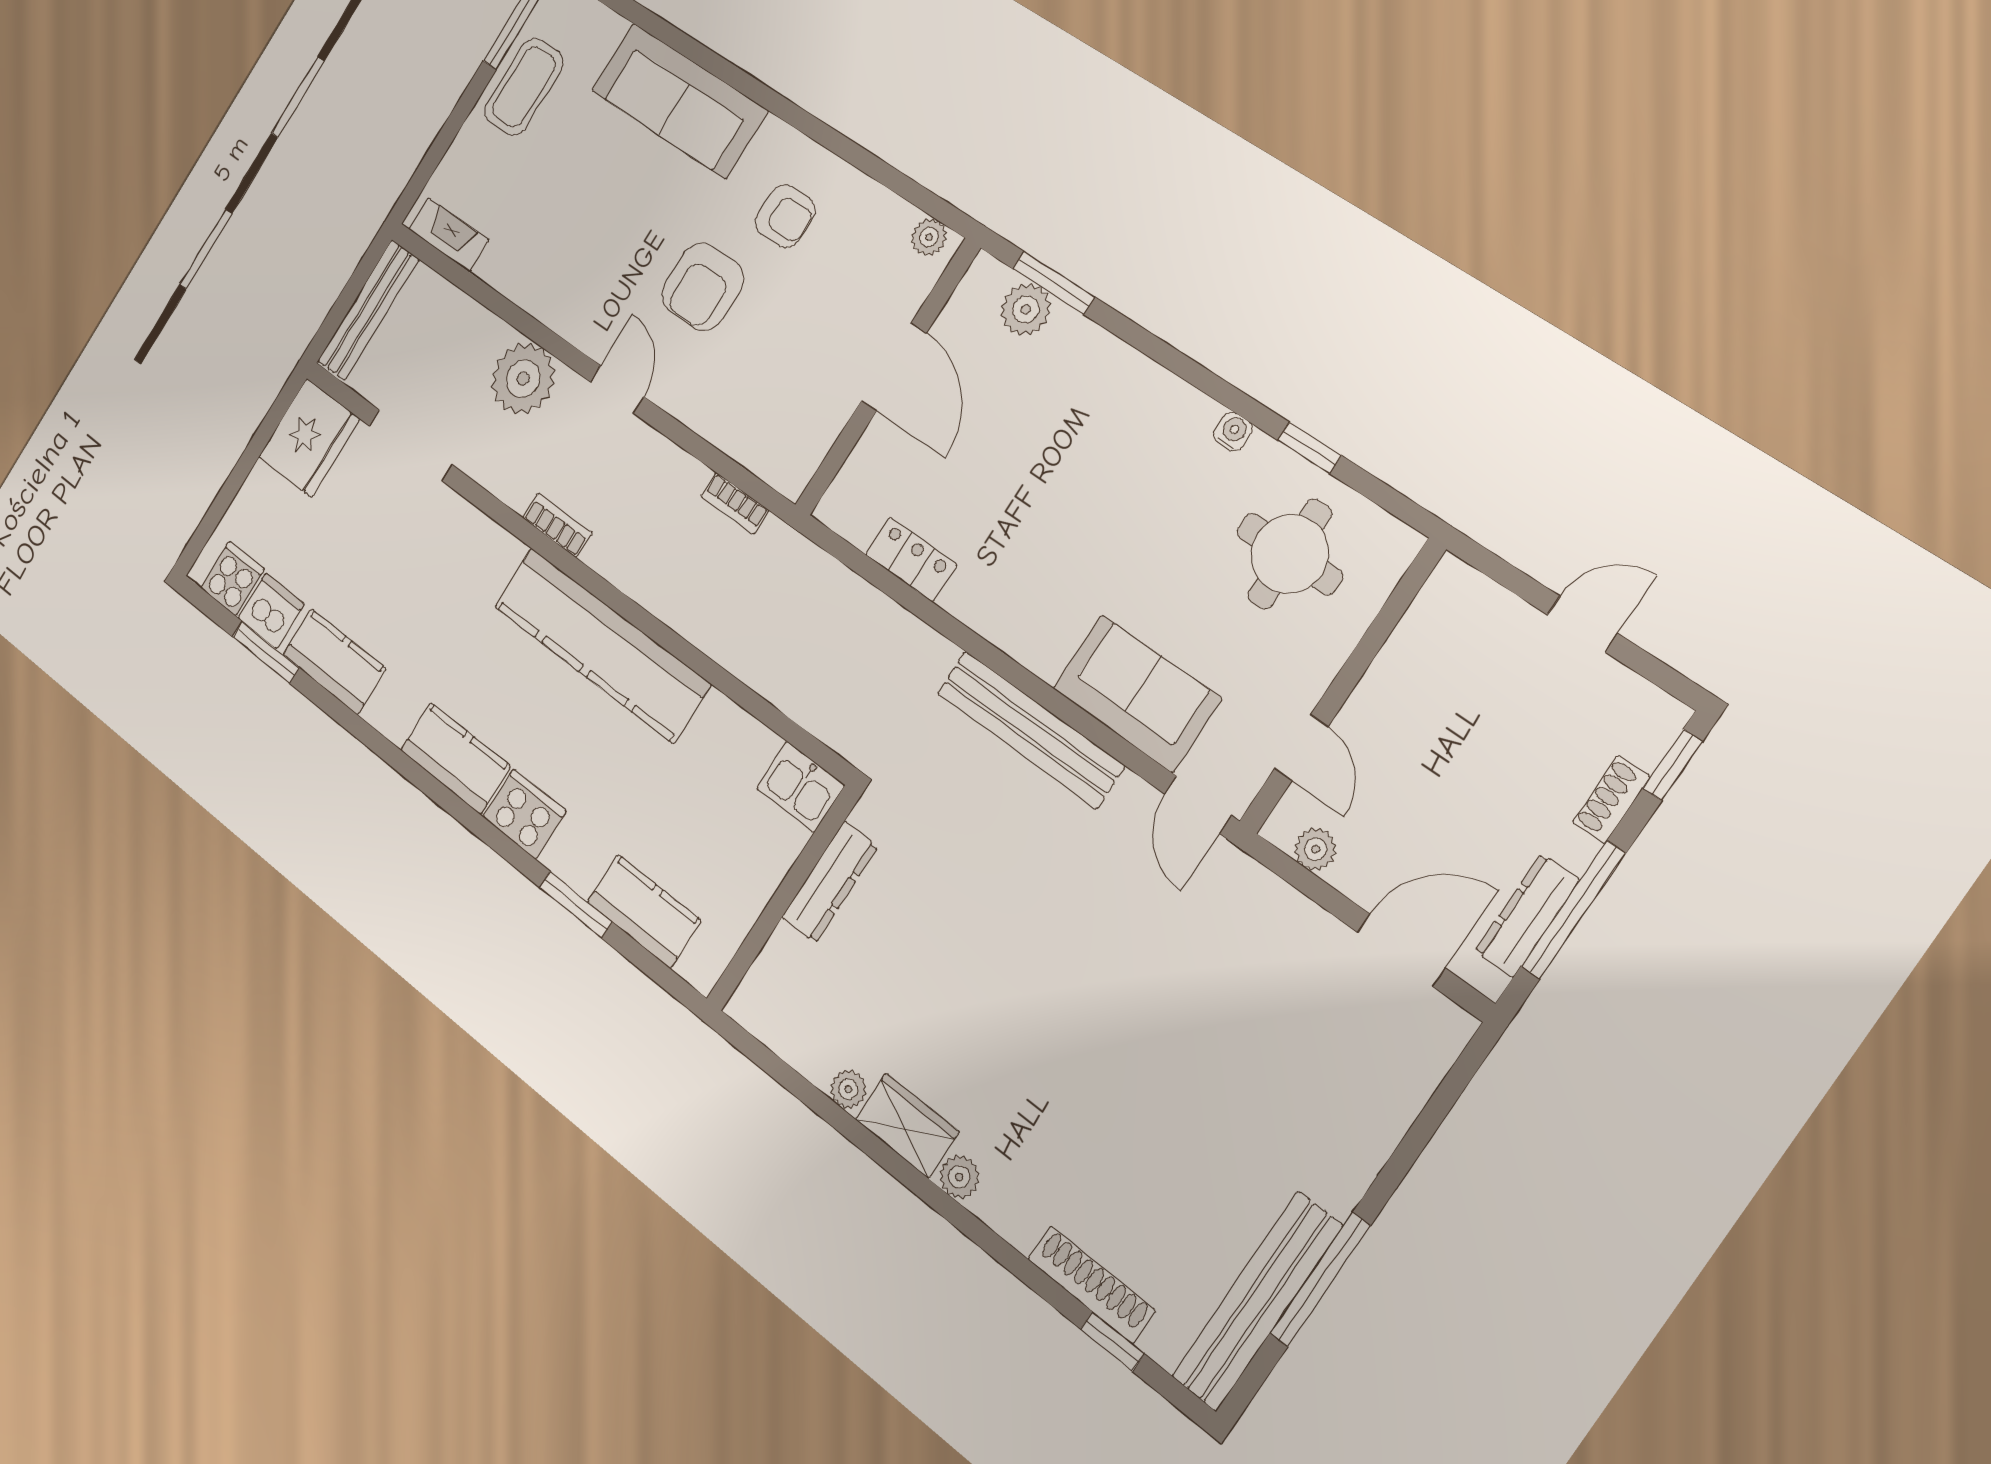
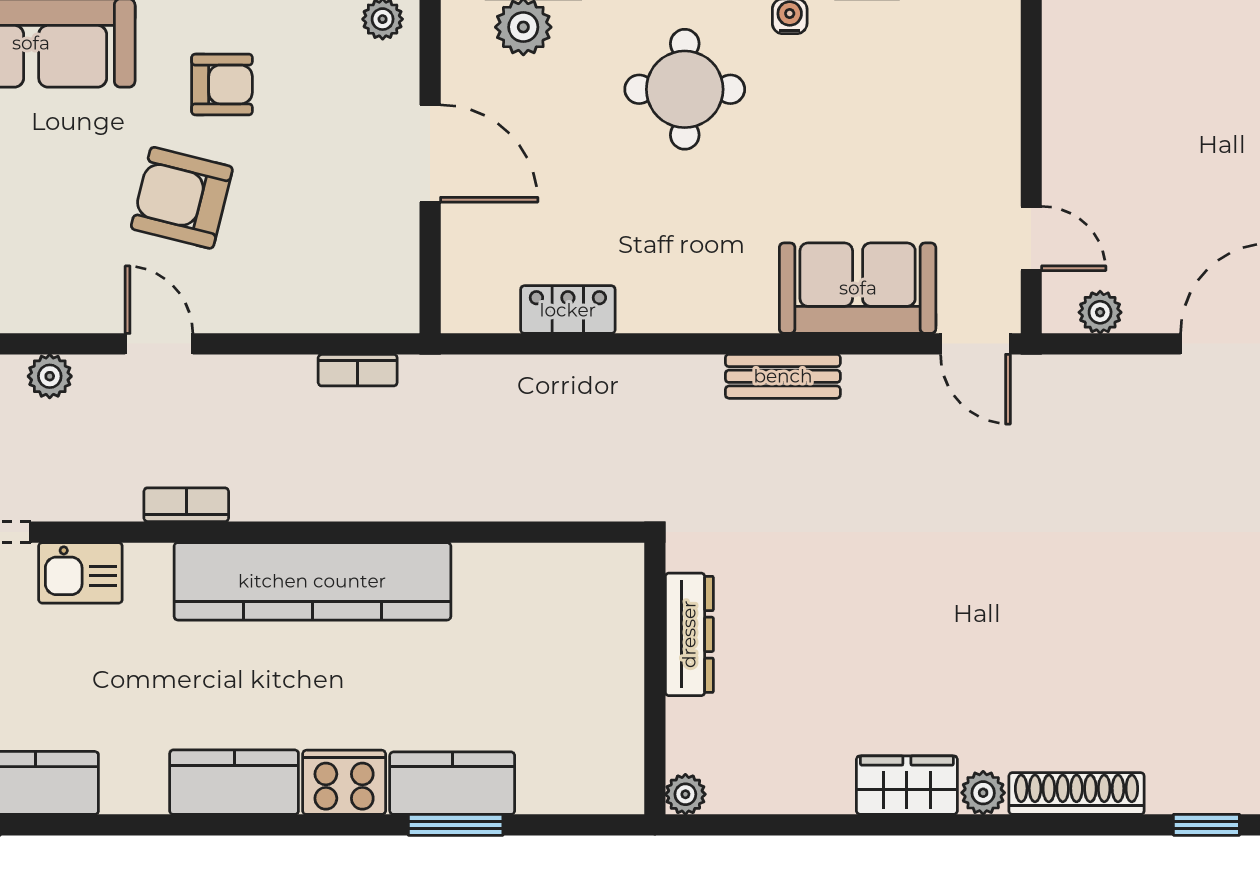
armchair: (703, 287) -> (182, 198), turned 104
plant: (523, 379) -> (50, 376), width x0.53, depth x0.53
round table: (1290, 554) -> (685, 89), moved
bench: (1030, 729) -> (783, 376), width x0.54, depth x0.82
kitchen sink: (801, 787) -> (80, 573), moved
kitchen counter: (644, 911) -> (452, 783), moved
plant: (848, 1089) -> (685, 794), moved
shoe rack: (1091, 1285) -> (1077, 793), moved

